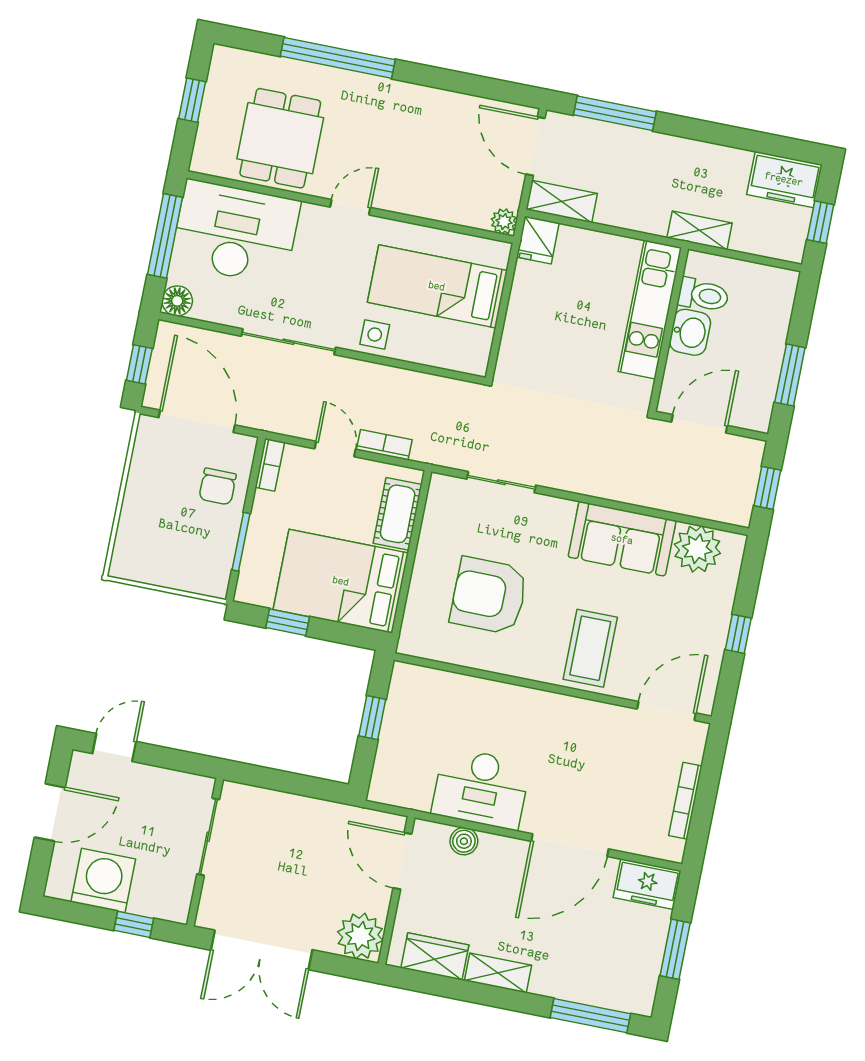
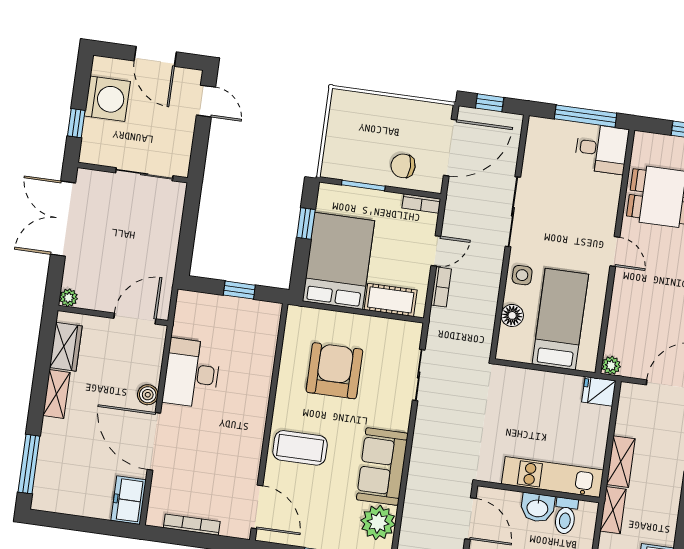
shelving: (562, 201) -> (621, 462), moved
desk: (235, 232) -> (601, 149), width x0.53, depth x0.77
floor lamp: (177, 301) -> (512, 315), moved
boiler: (464, 841) -> (148, 395), moved
plant: (360, 936) -> (69, 298), width x0.53, depth x0.53
window: (675, 949) -> (82, 524), removed

